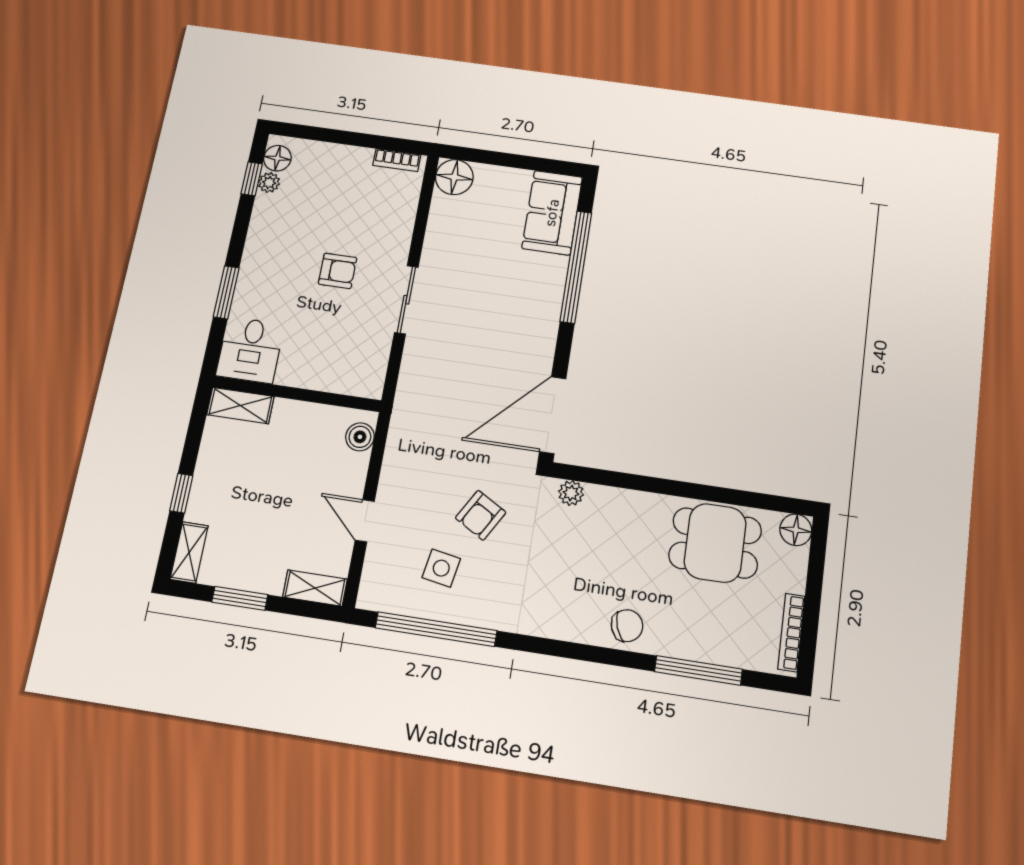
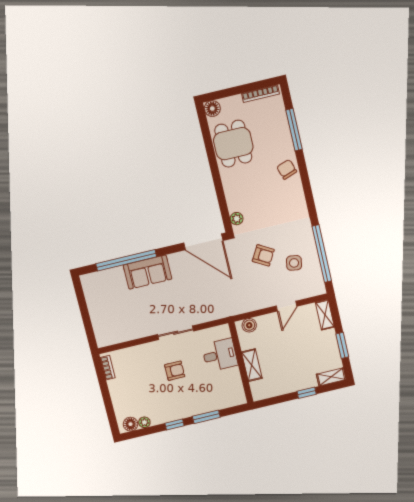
floor lamp: (454, 177) -> (105, 337), removed
window: (252, 179) -> (174, 424), moved
sofa: (552, 213) -> (148, 272), moved
armchair: (338, 271) -> (175, 371), turned 90
desk: (250, 350) -> (220, 355), moved
shelving: (240, 405) -> (252, 365), moved

